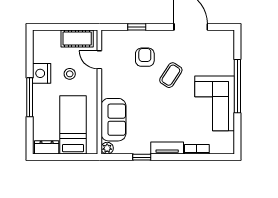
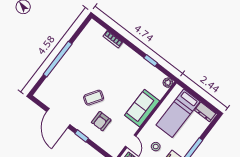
window: (137, 27) -> (82, 136), moved
corner sofa: (215, 103) -> (80, 59), removed
sofa: (113, 120) -> (142, 108), moved
tv unit: (167, 148) -> (131, 54), removed

